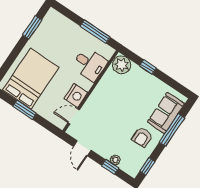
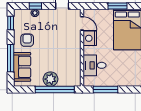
plant: (122, 65) -> (51, 79), moved
window: (148, 67) -> (55, 89), width x3.17
door: (74, 116) -> (82, 23), hinge flipped

